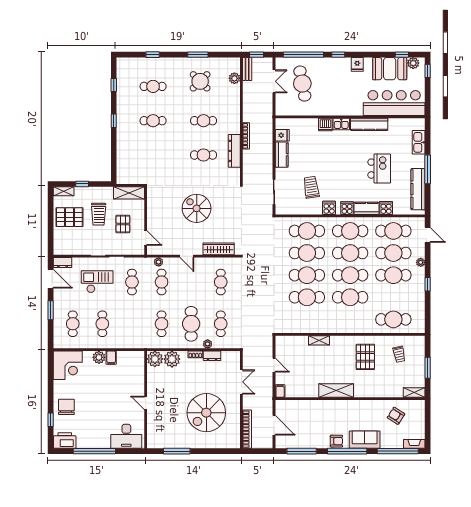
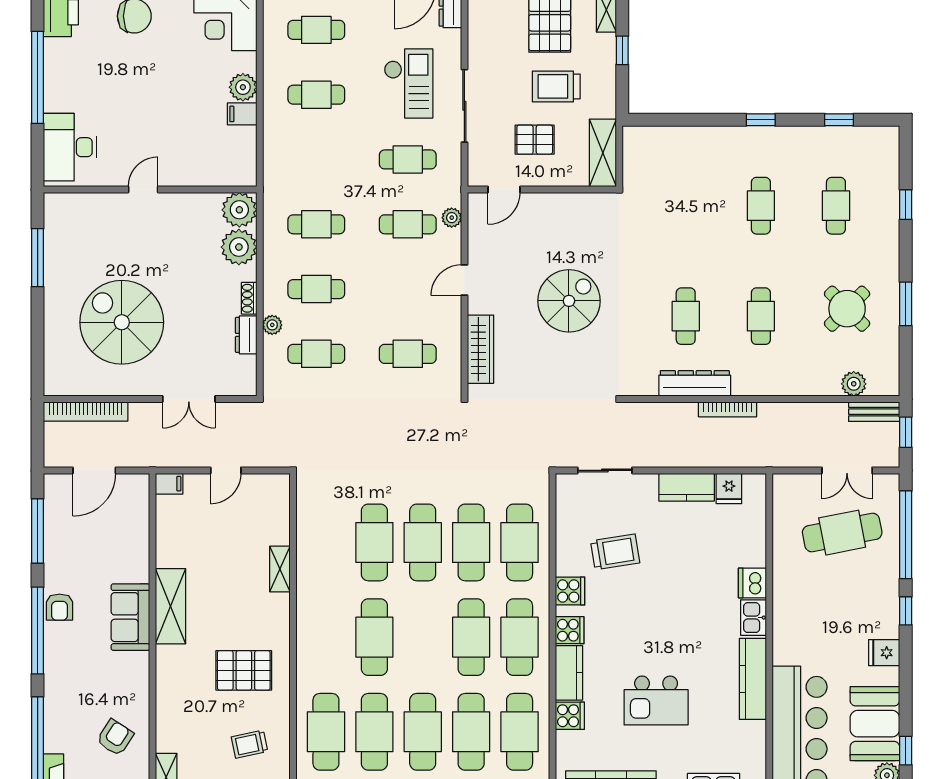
cafe table: (350, 275) -> (374, 732), moved
cafe table: (191, 324) -> (316, 289), width x0.73, depth x0.74
sofa: (365, 440) -> (130, 617), moved, turned 180

